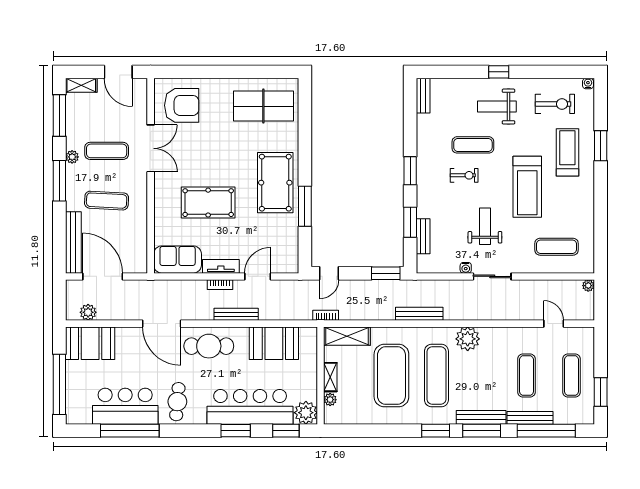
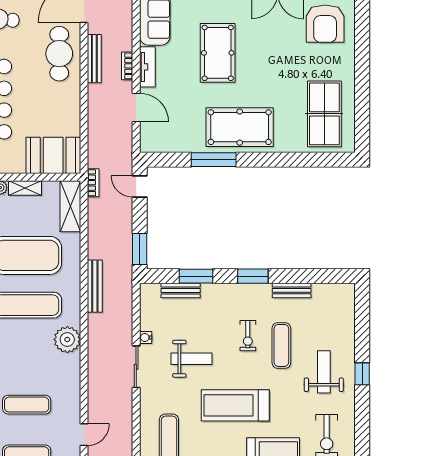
bench: (423, 96) -> (292, 290), moved
bench: (236, 314) -> (94, 59), moved
booth: (274, 343) -> (53, 155), moved, turned 90

